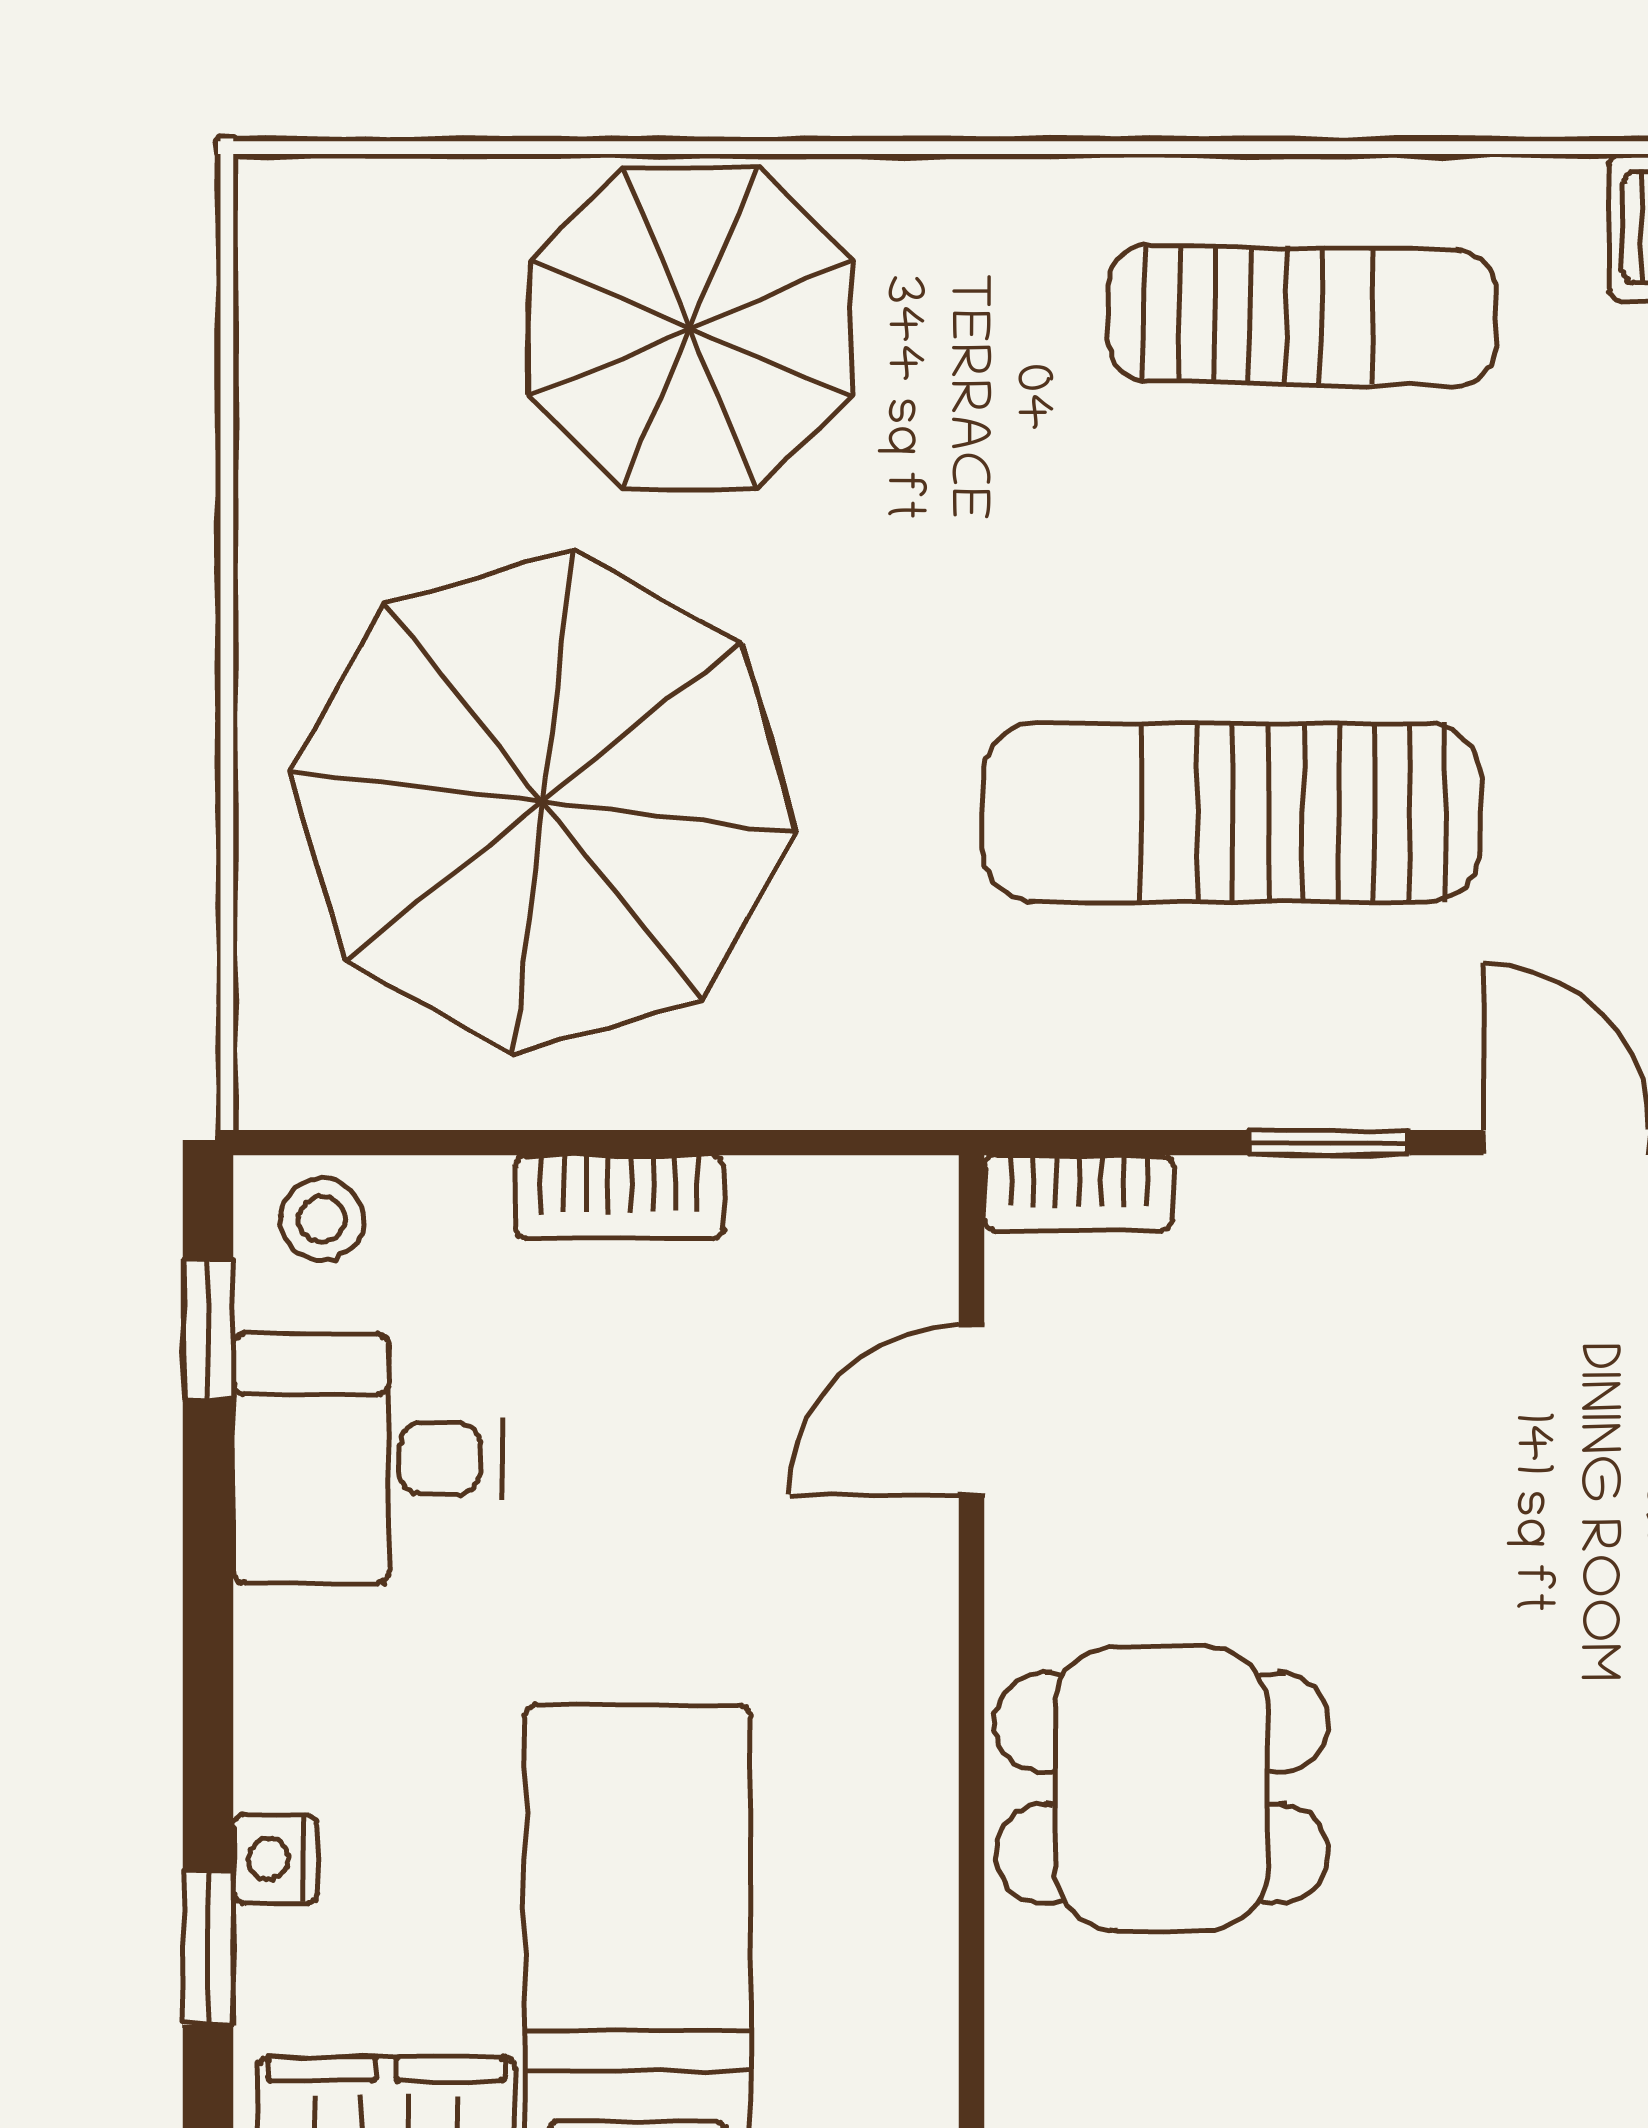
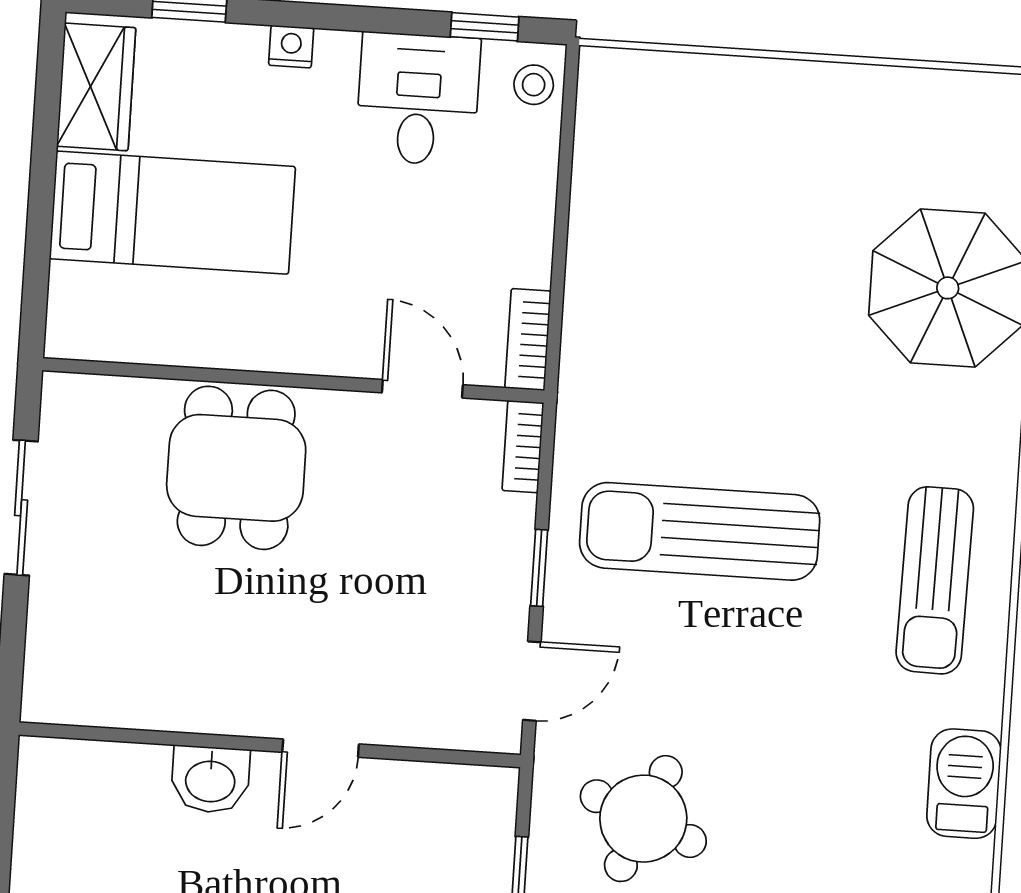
parasol: (543, 802) -> (726, 203), removed
sun lounger: (1232, 813) -> (700, 531), turned -90
bookcase: (619, 1197) -> (528, 340), moved
nightstand: (275, 1859) -> (291, 47), moved

